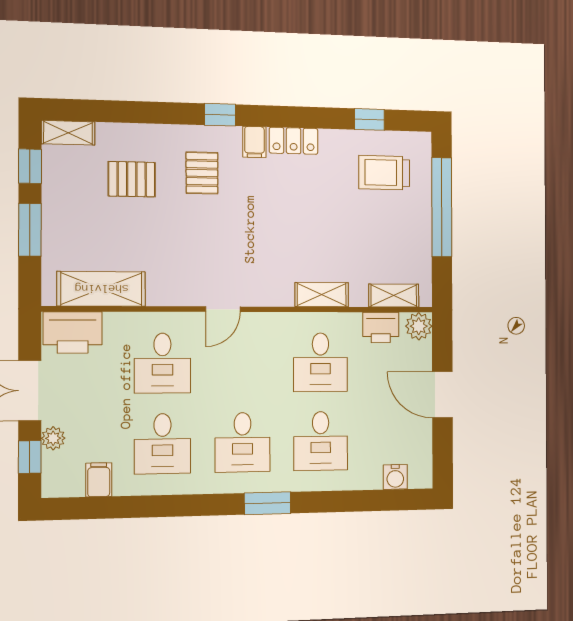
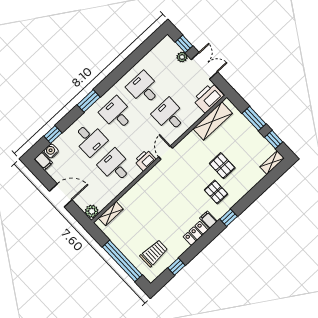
pallet: (132, 179) -> (222, 166), moved, turned 90
shelving: (322, 295) -> (136, 190), removed
printer: (381, 328) -> (145, 160), moved
desk: (321, 441) -> (90, 139), turned 180
filing cabinet: (99, 480) -> (43, 161), moved
window: (370, 501) -> (53, 135), added

